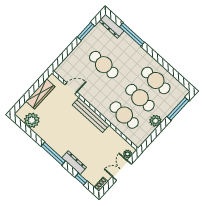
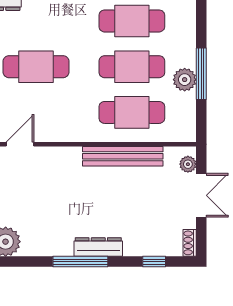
window: (178, 109) -> (201, 74), moved
bench: (91, 115) -> (123, 156), moved
dresser: (74, 163) -> (98, 247), moved
double door: (122, 170) -> (201, 195), swing flipped

